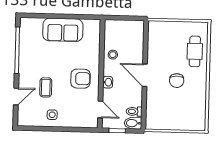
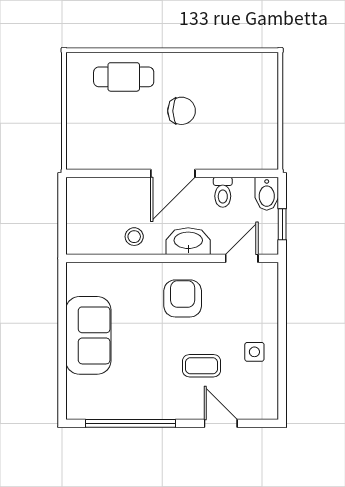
washbasin: (108, 82) -> (188, 241), width x1.91, depth x1.45
toilet: (134, 111) -> (223, 192), moved

